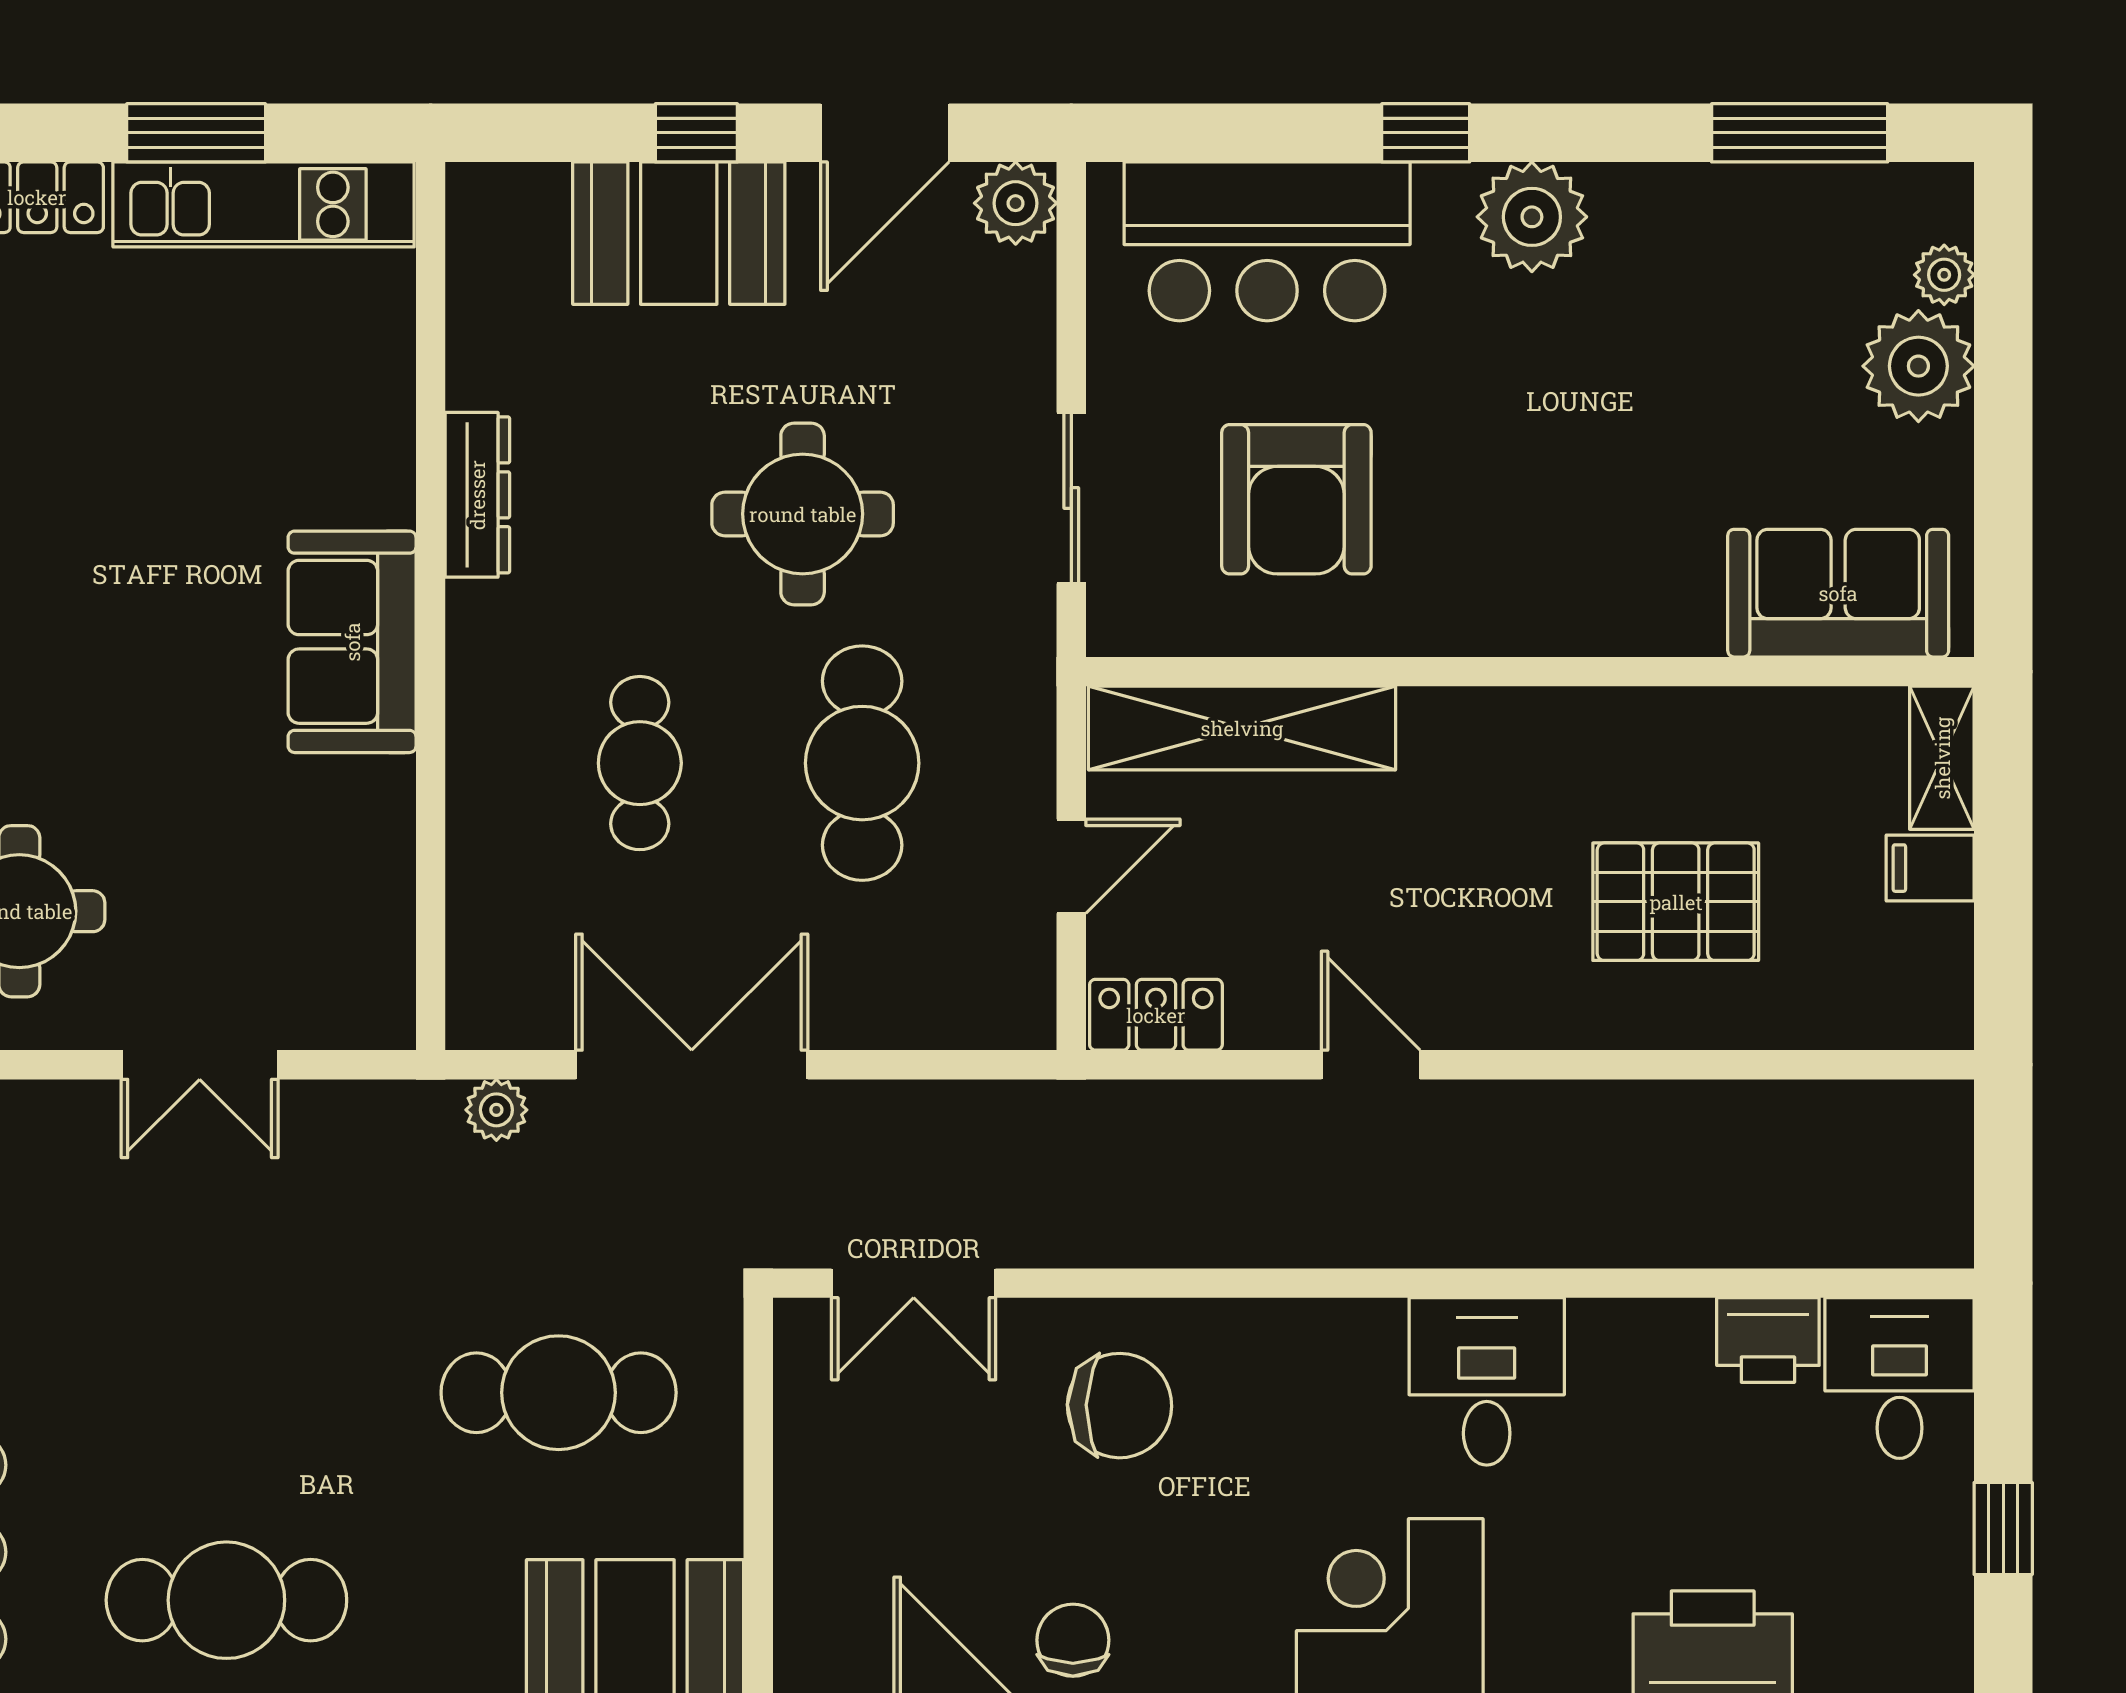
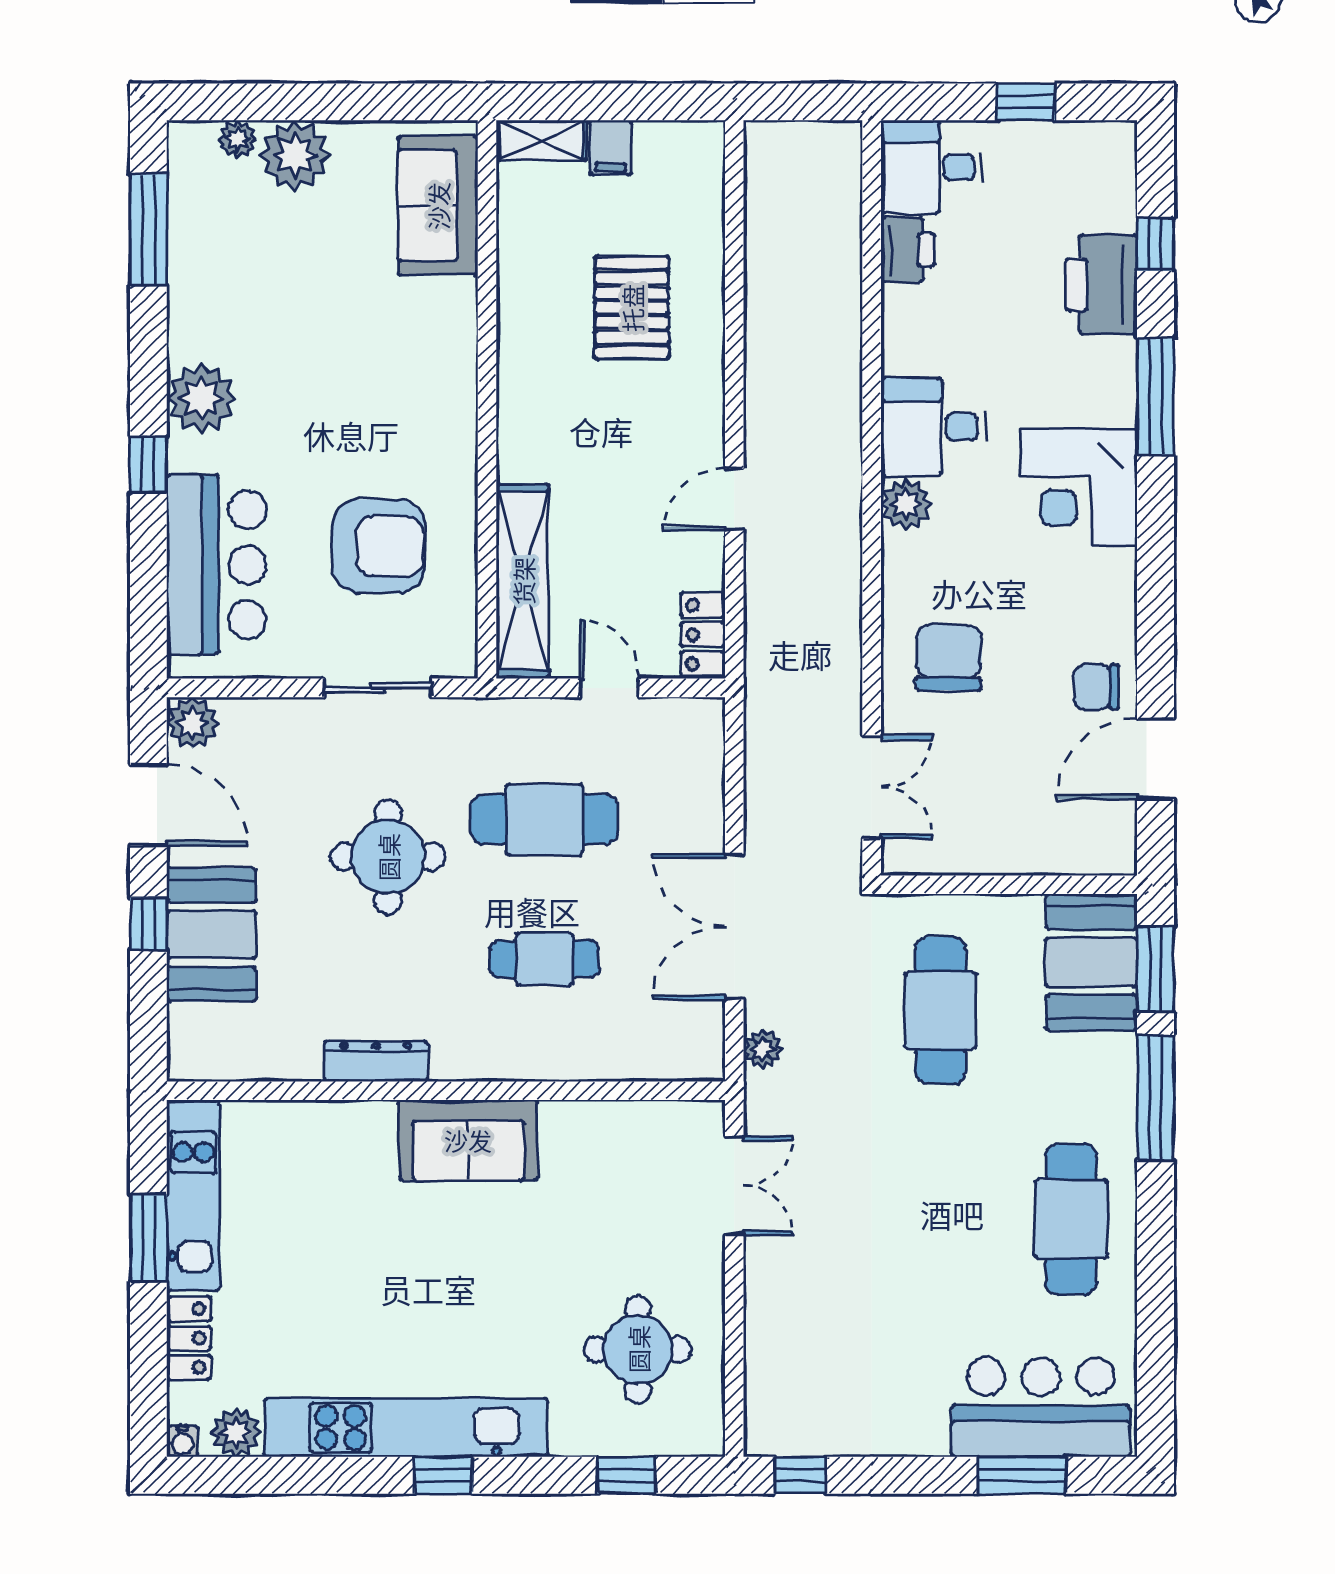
double door: (200, 1065) -> (734, 1186), moved
plant: (1363, 1338) -> (906, 504), added

